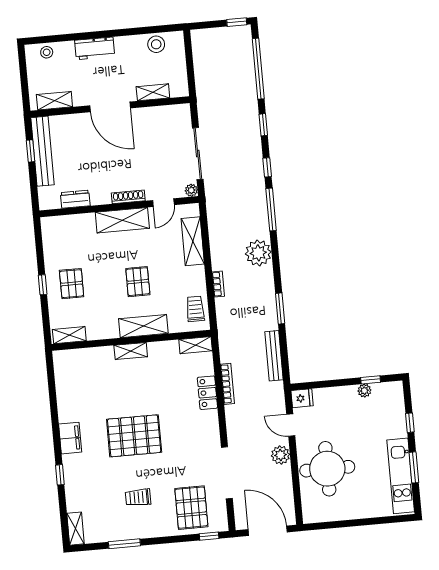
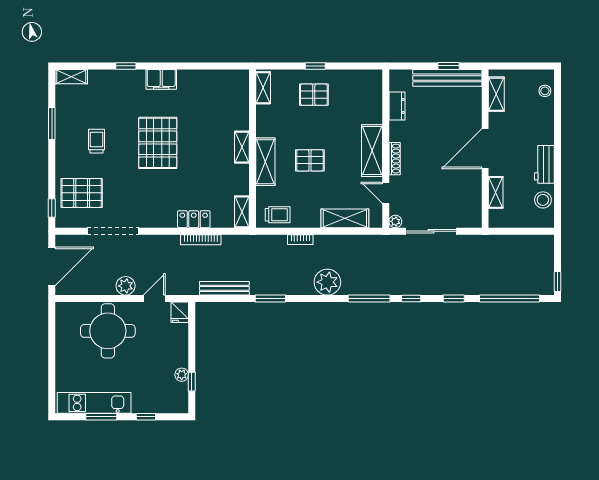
workbench: (95, 48) -> (544, 164), moved

